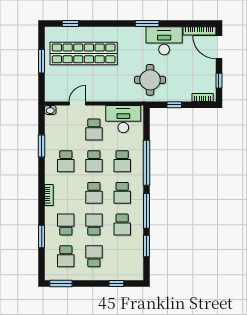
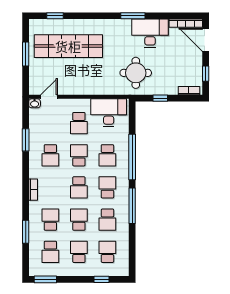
door: (77, 104) -> (49, 97), moved
school desk: (94, 161) -> (79, 155), turned 180
school desk: (122, 193) -> (107, 187), turned 180
window: (146, 246) -> (132, 241), removed
school desk: (122, 256) -> (107, 252), added

